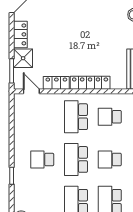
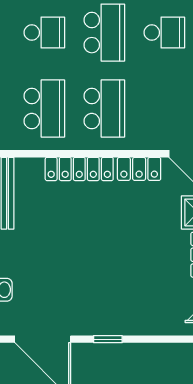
school desk: (110, 117) -> (44, 109), width x1.85

